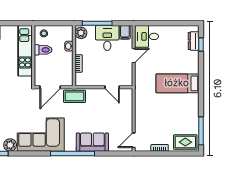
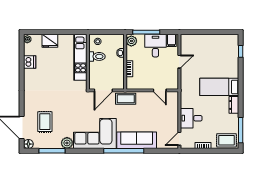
desk: (147, 36) -> (191, 118), moved
dresser: (194, 41) -> (234, 105), moved
sofa: (92, 142) -> (137, 140), width x1.36

